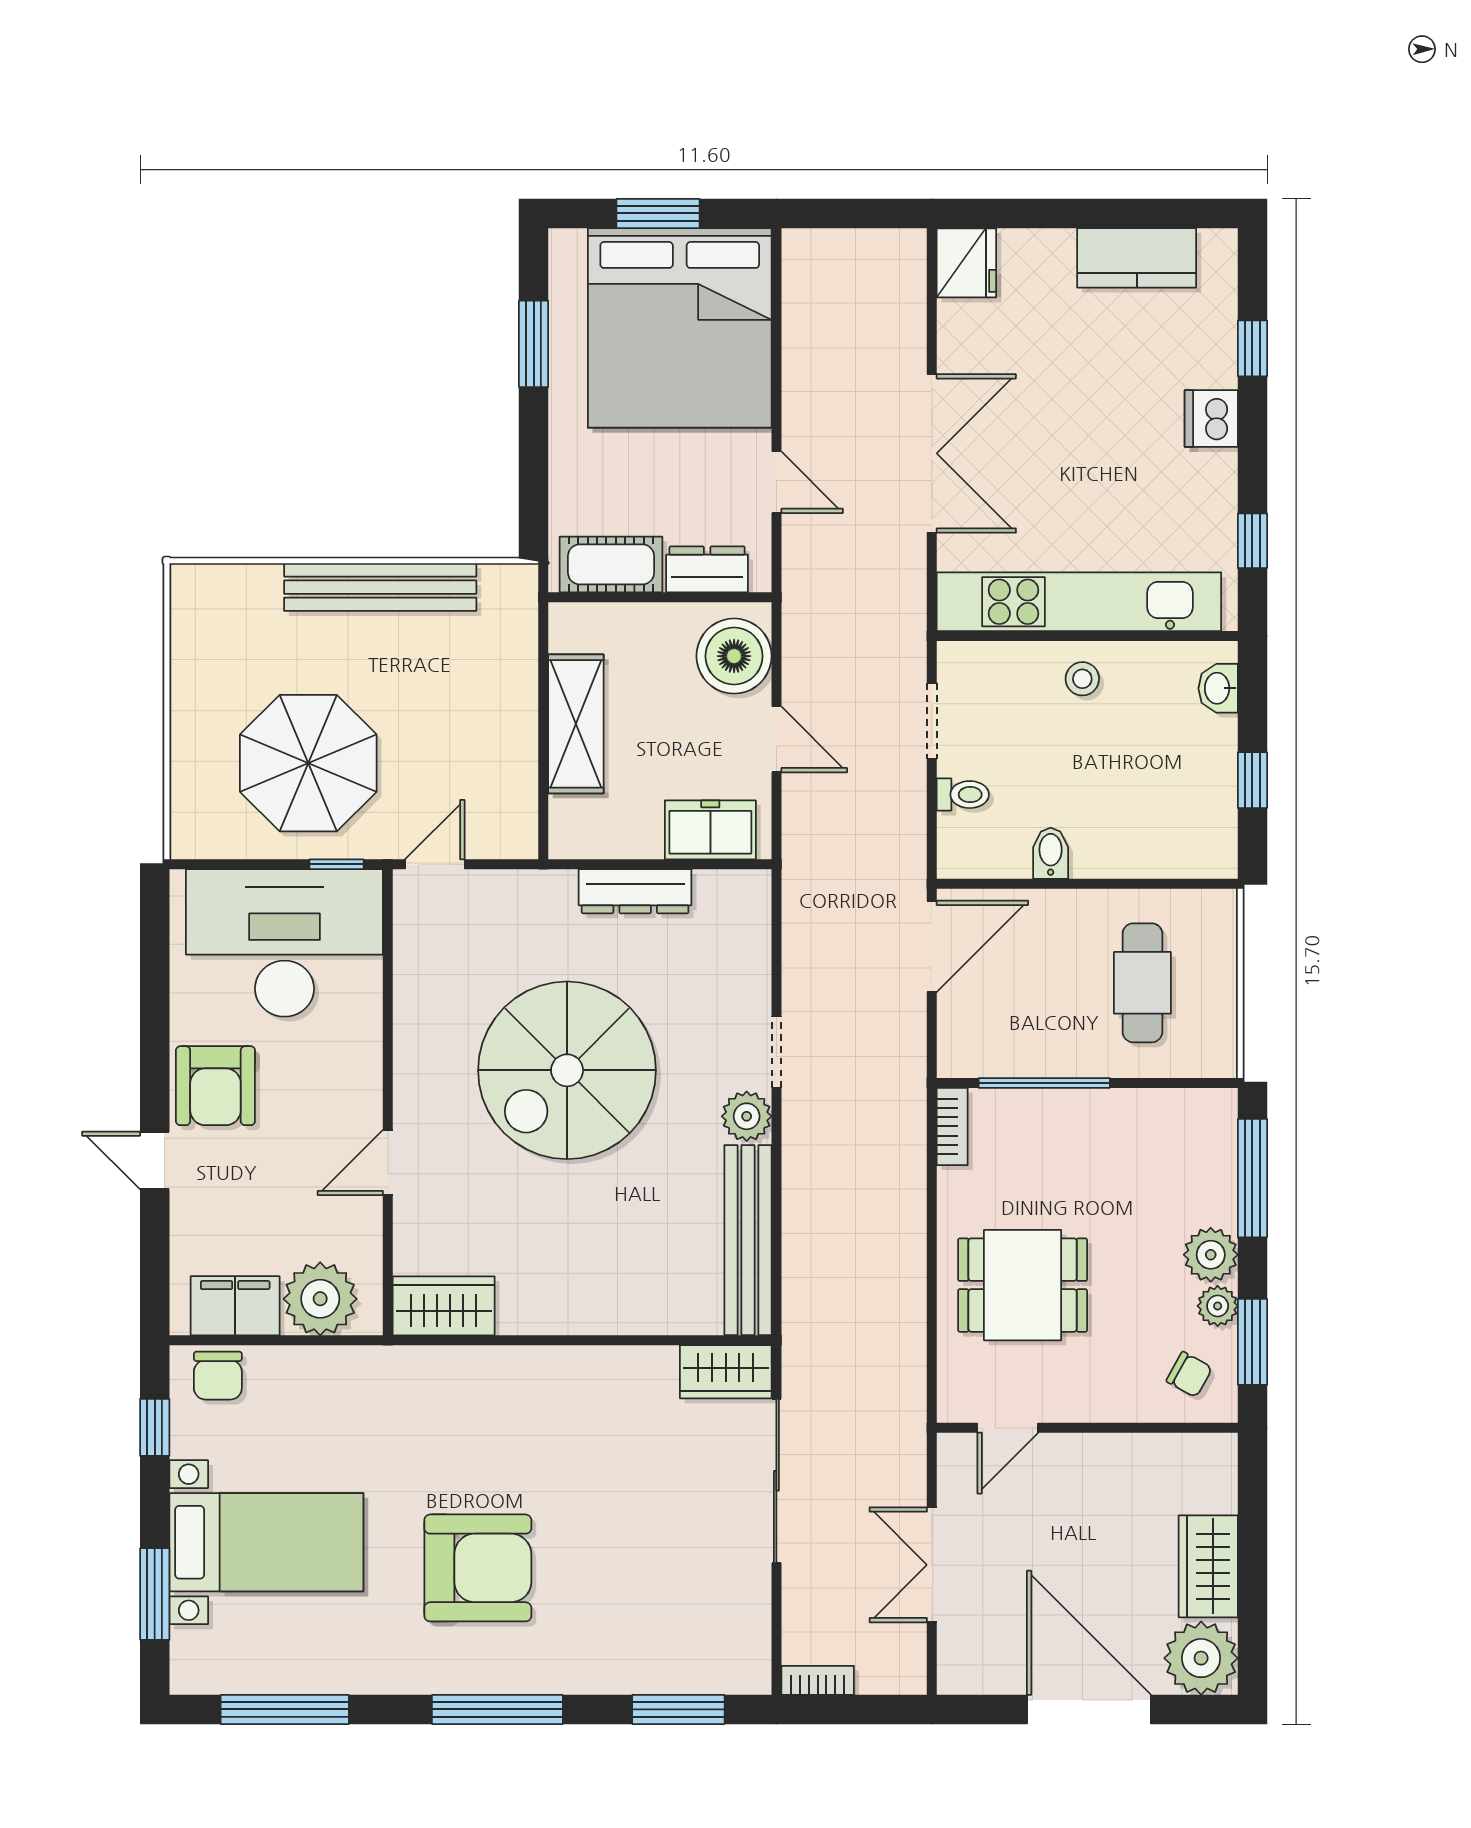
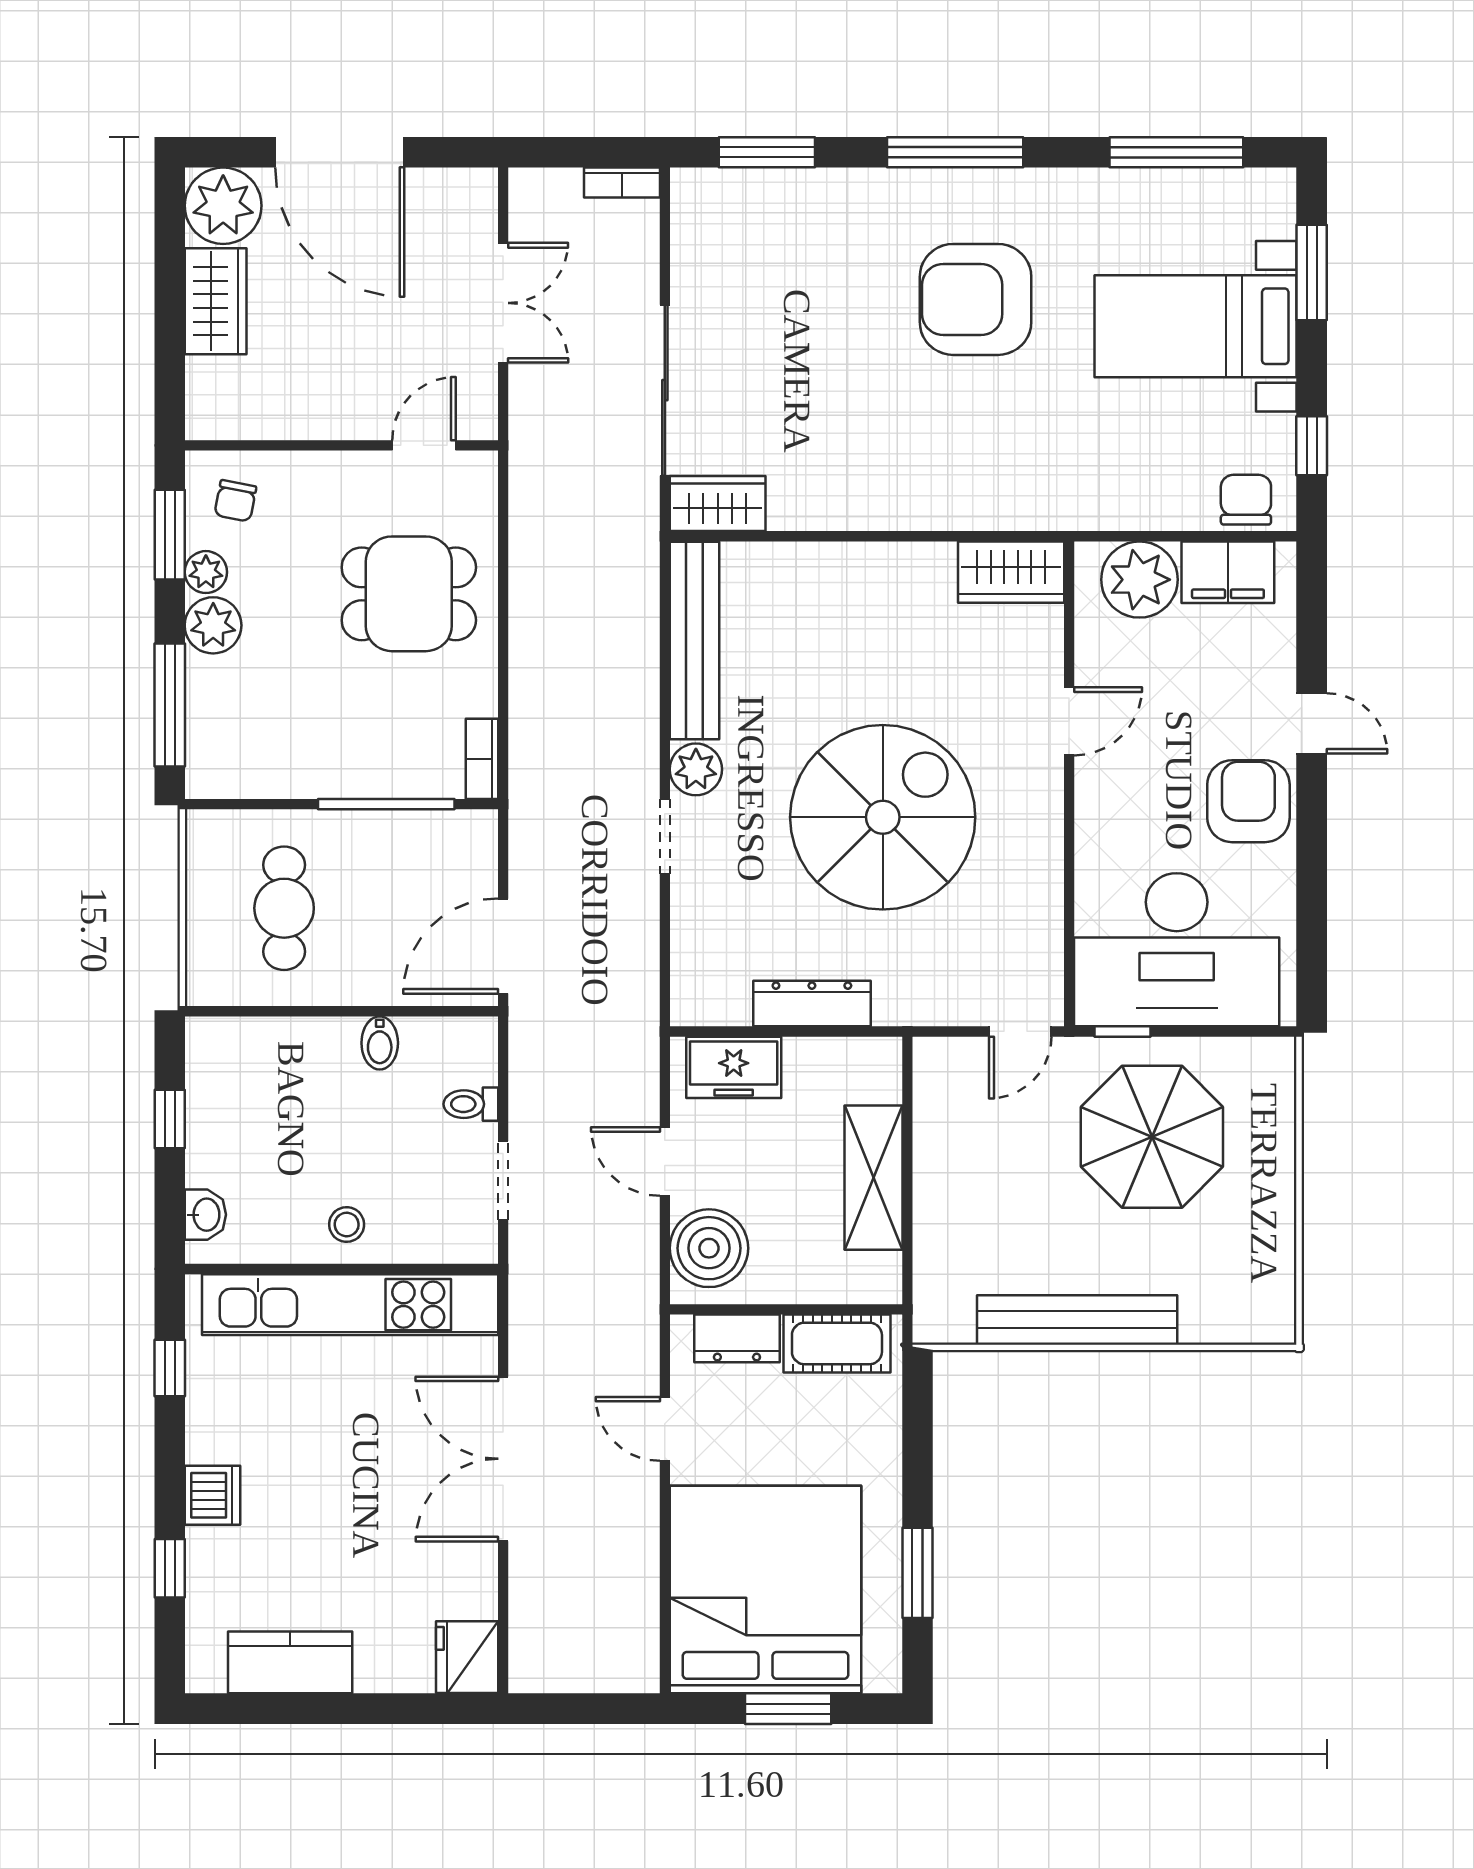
chair: (1189, 1374) -> (235, 501), turned -108

